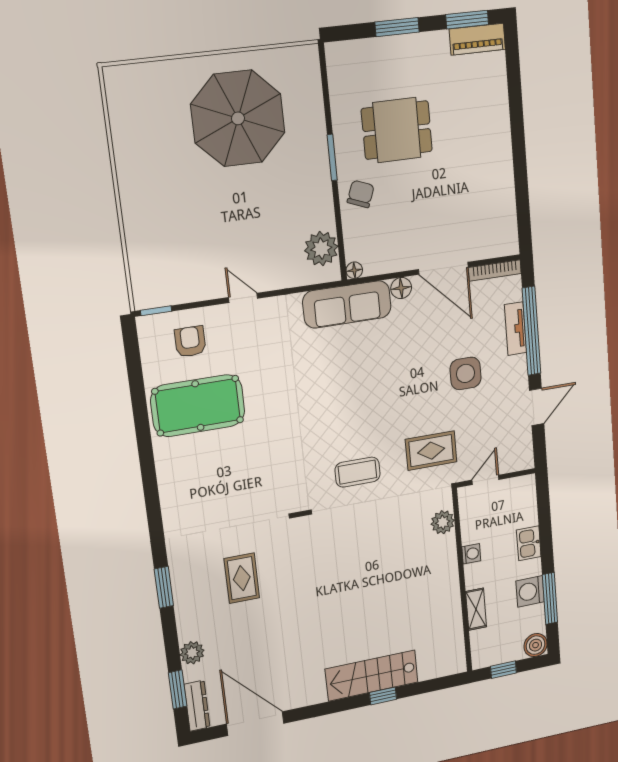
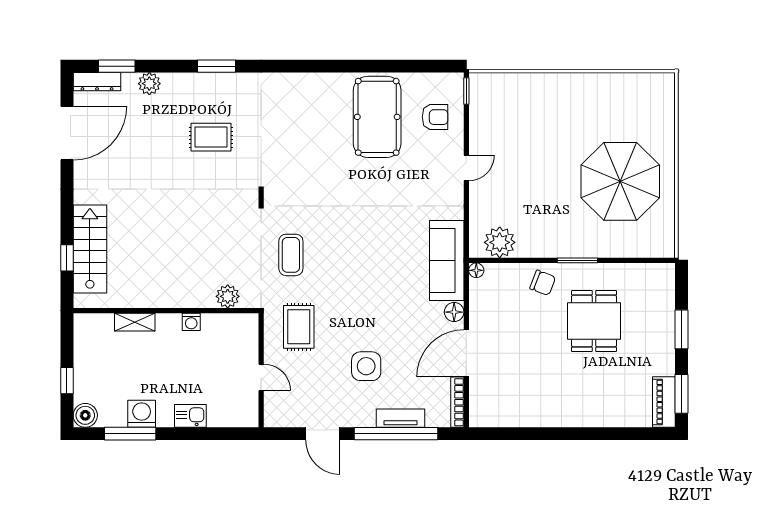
plant: (443, 522) -> (228, 296), moved
washing machine: (471, 554) -> (191, 322), moved
wall: (462, 581) -> (166, 311), moved
shelving: (476, 609) -> (135, 322), moved

